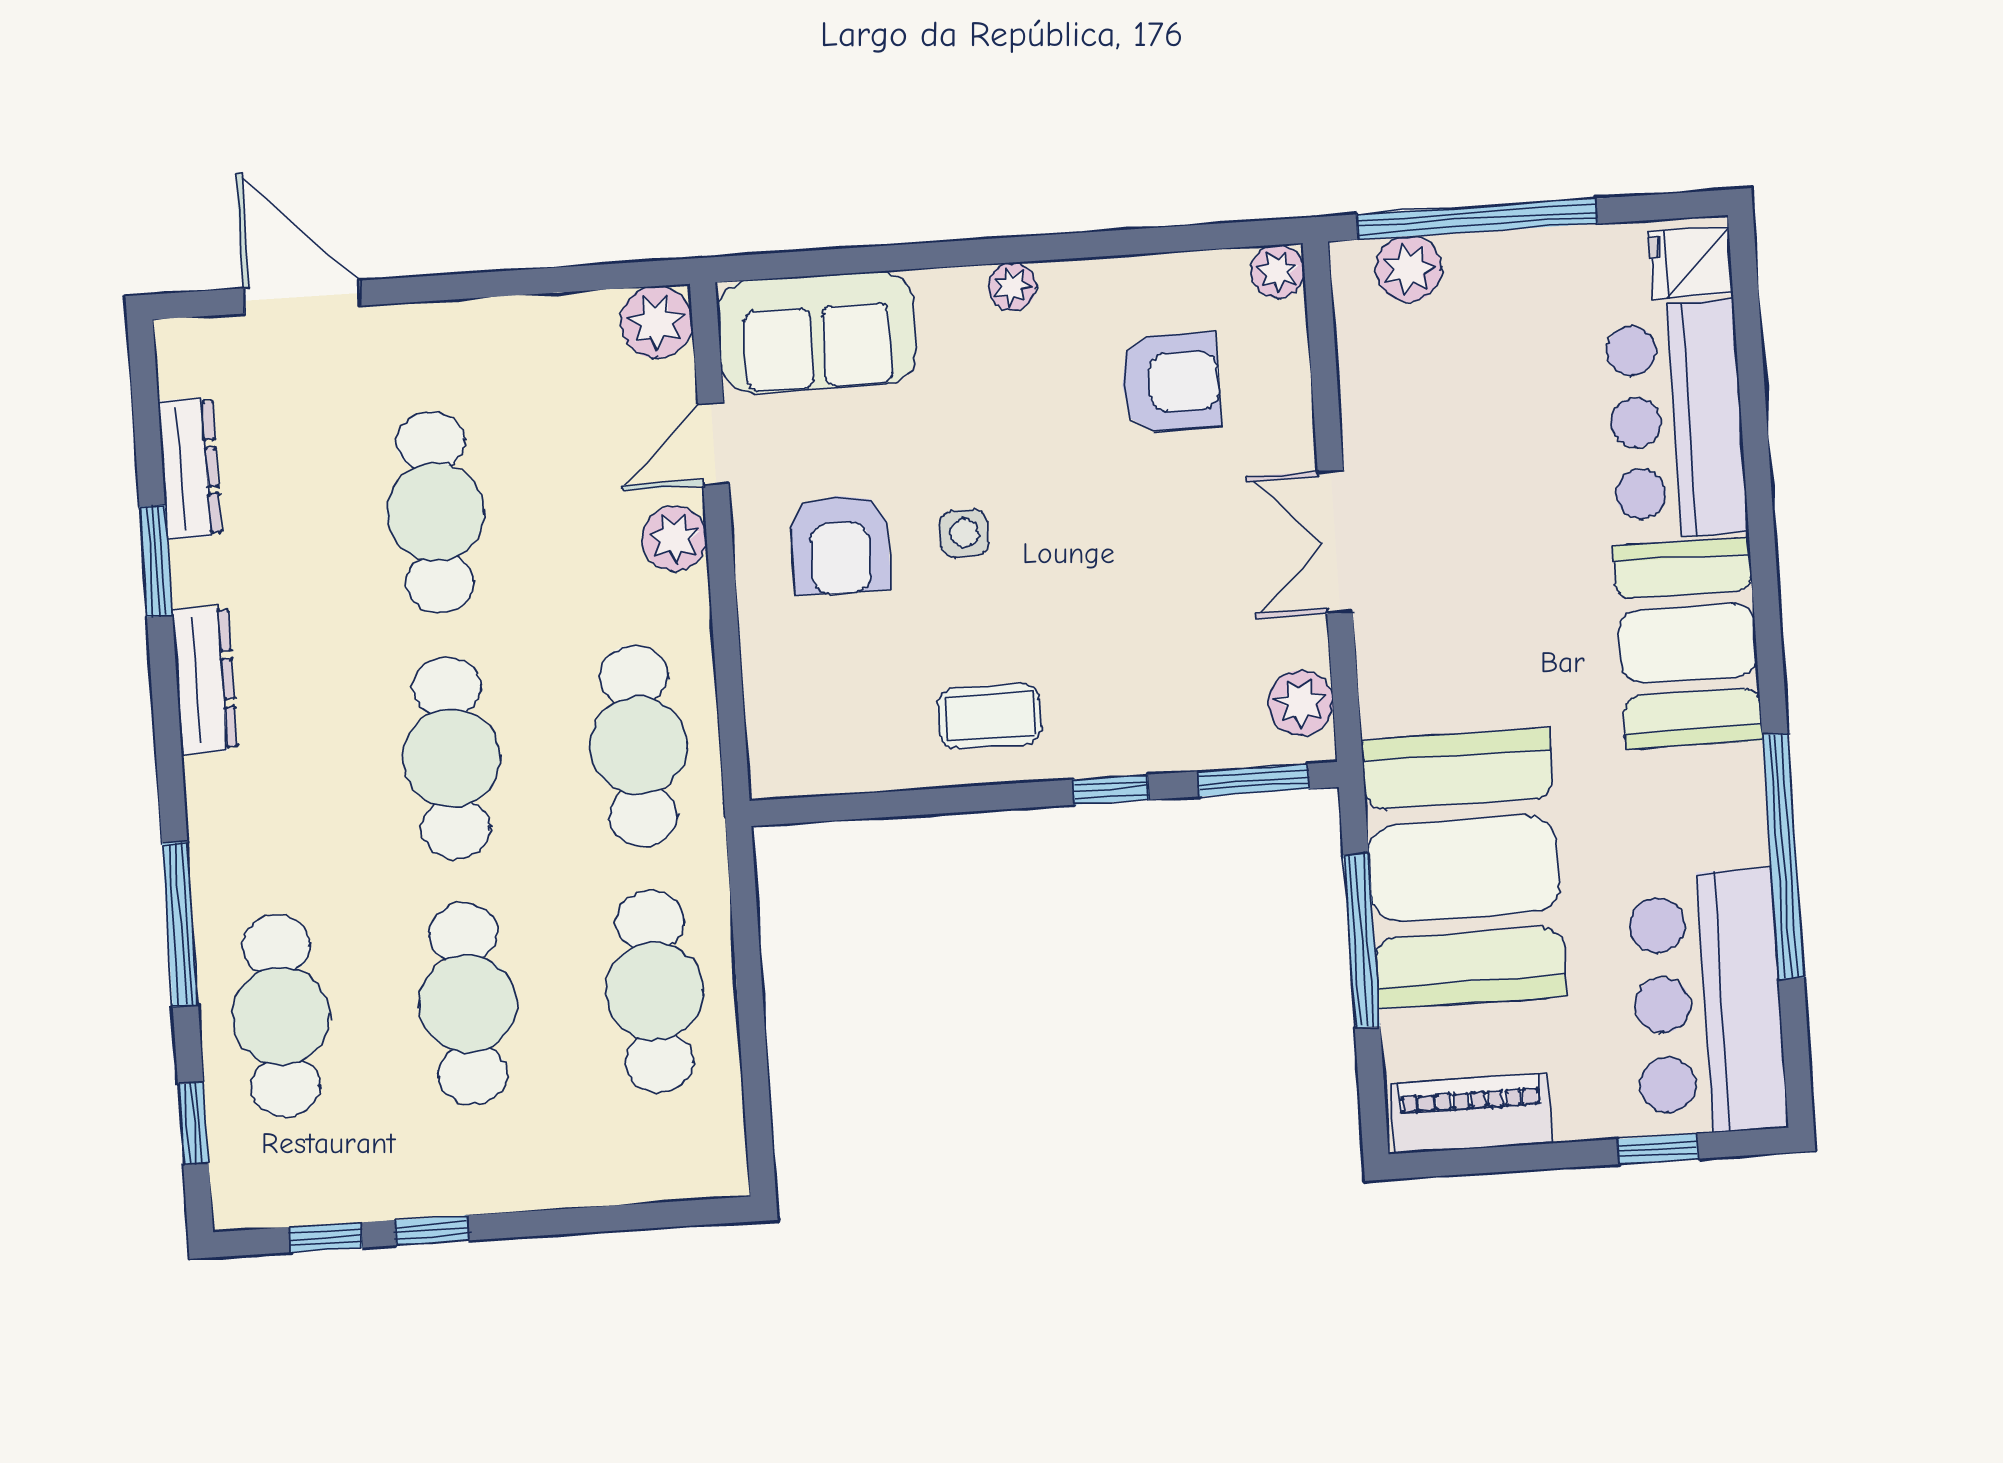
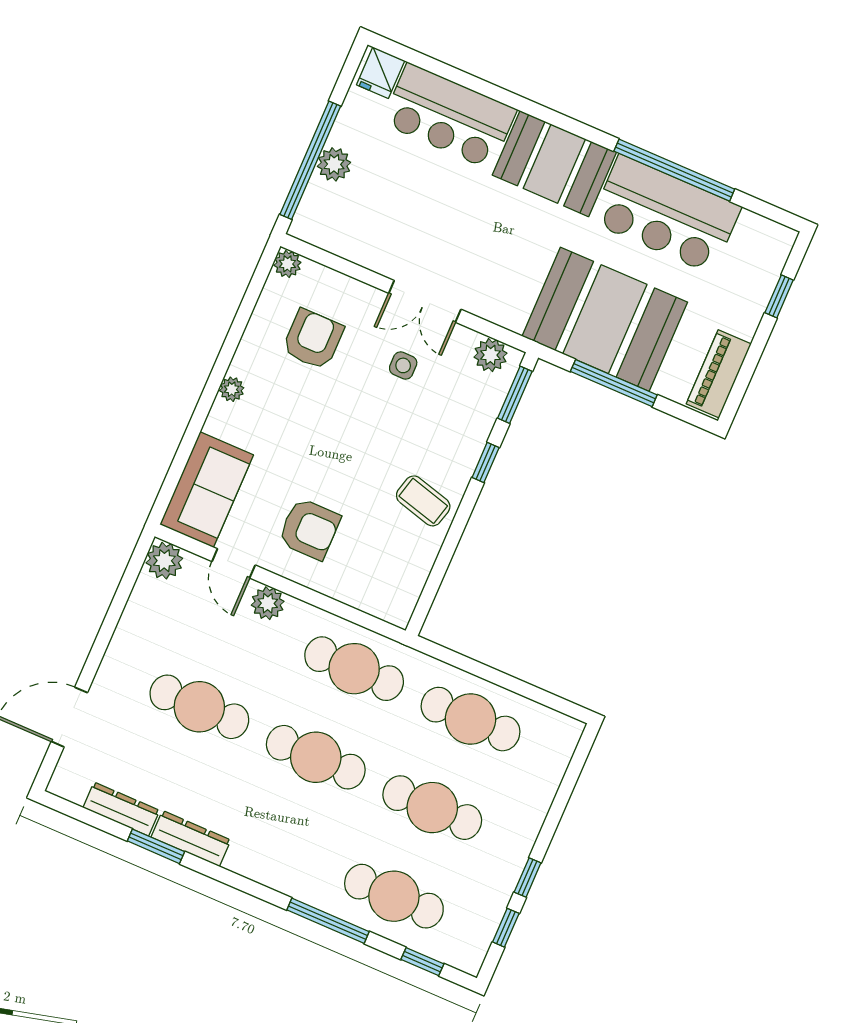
plant: (1409, 269) -> (334, 164), moved
side table: (964, 533) -> (403, 365), moved
dresser: (205, 680) -> (191, 839), moved
coffee table: (989, 716) -> (423, 501), turned -75
bar counter: (1707, 1002) -> (666, 214), moved

